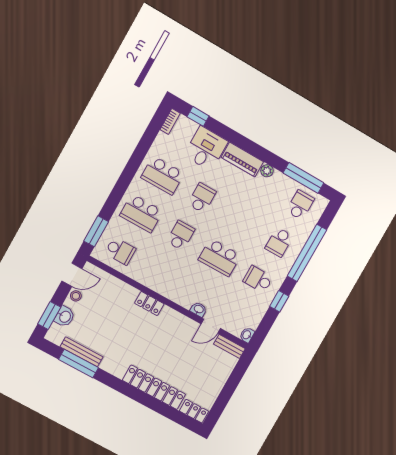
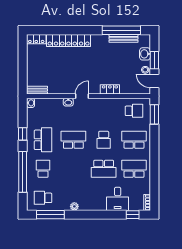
piano: (242, 160) -> (93, 205), removed
school desk: (202, 198) -> (104, 169), width x1.85
school desk: (300, 205) -> (43, 198), turned 90
school desk: (120, 251) -> (134, 111), turned 180
door: (72, 275) -> (154, 81), hinge flipped
school desk: (258, 279) -> (43, 140), width x1.85
locker: (149, 304) -> (110, 89), moved
window: (49, 315) -> (154, 60), moved
door: (211, 326) -> (82, 96), moved
window: (79, 364) -> (121, 30), width x1.46

